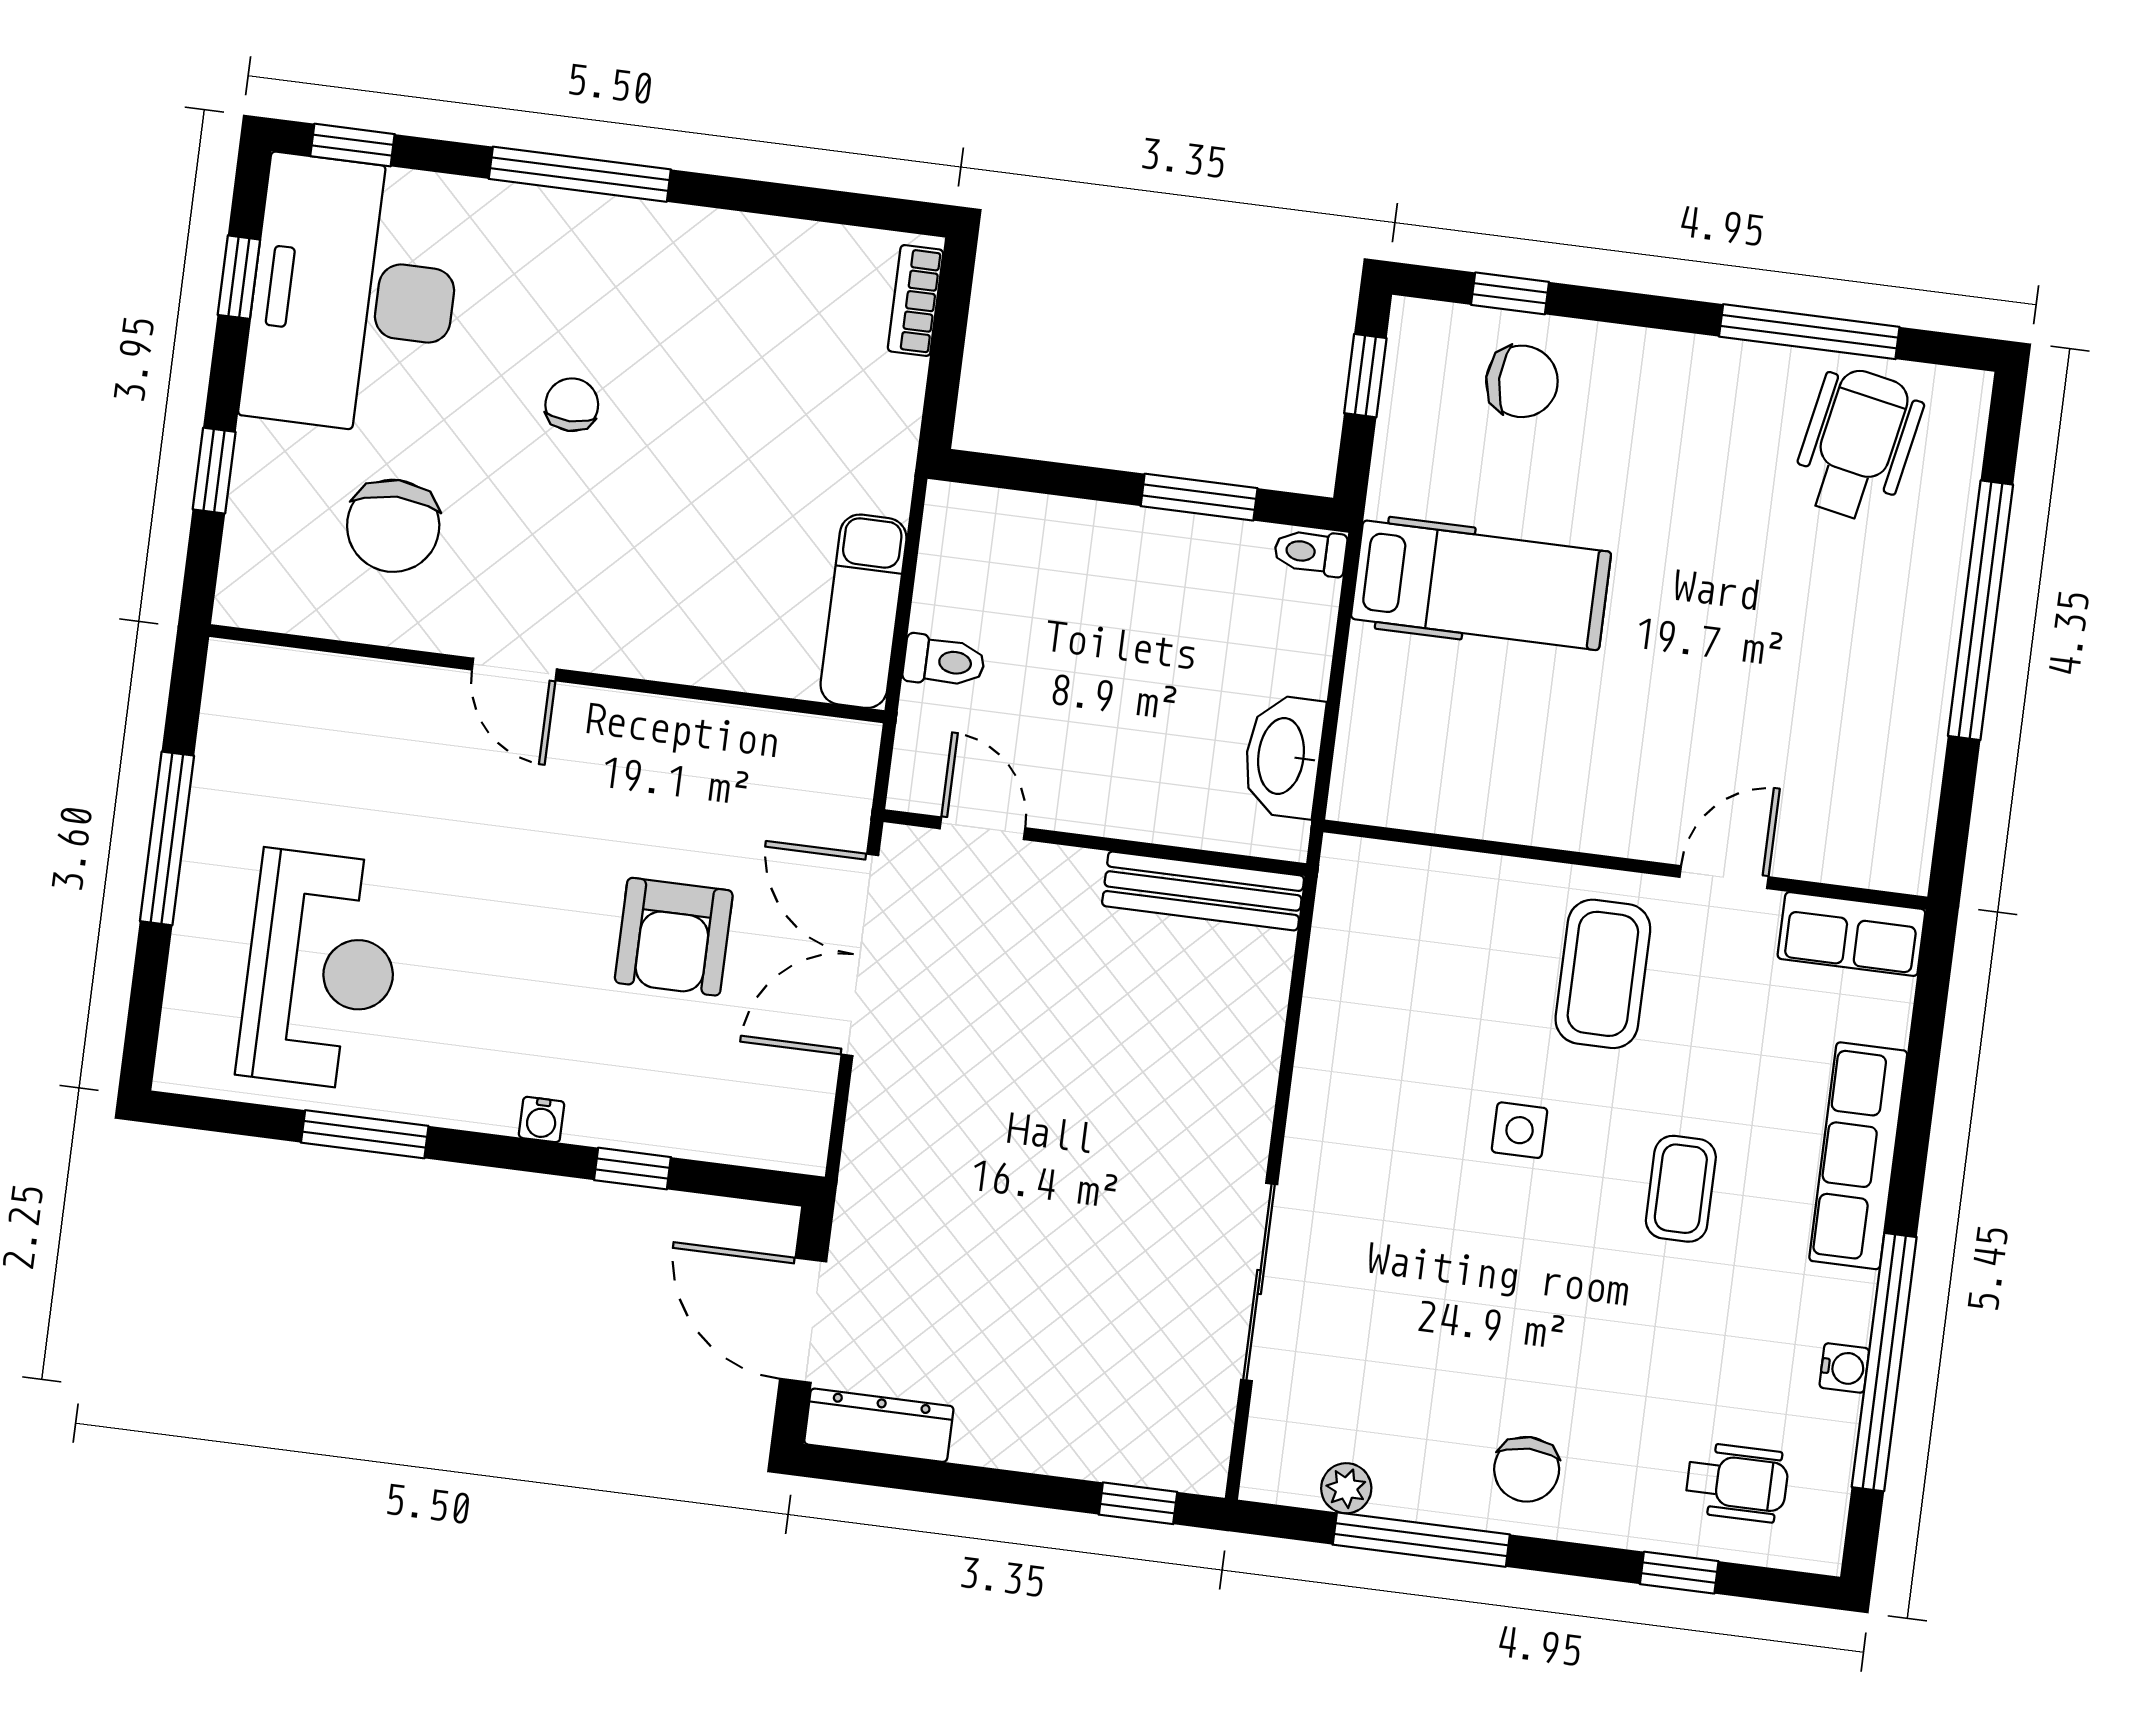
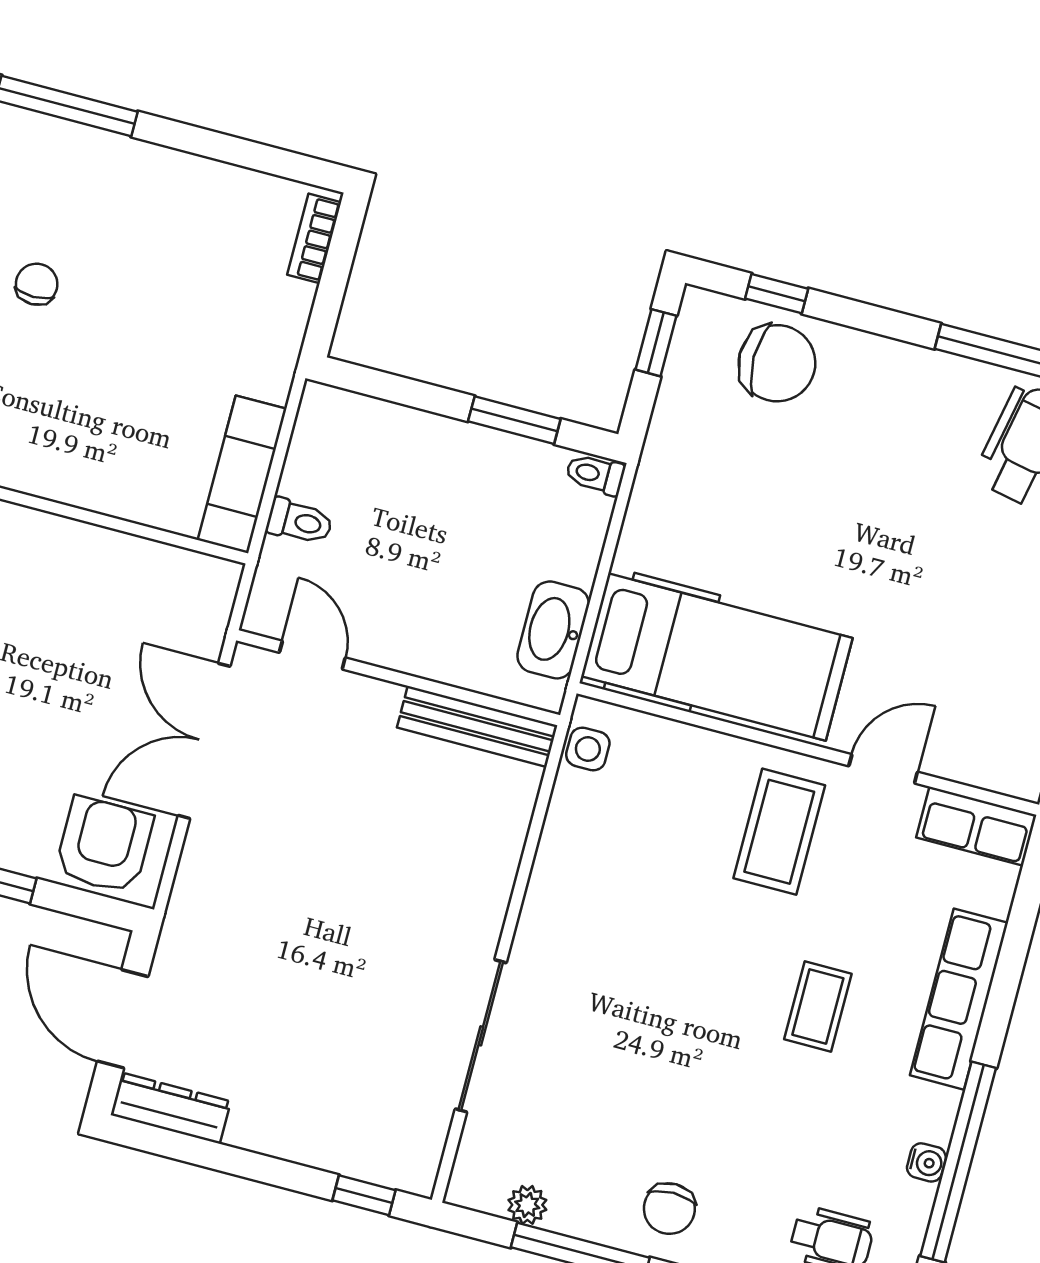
chair: (1522, 381) -> (777, 363), width x1.37, depth x1.37
hospital bed: (1481, 585) -> (717, 657), moved, width x1.37, depth x1.29
armchair: (674, 937) -> (104, 845), moved, turned 180
side table: (1520, 1130) -> (588, 749), moved

